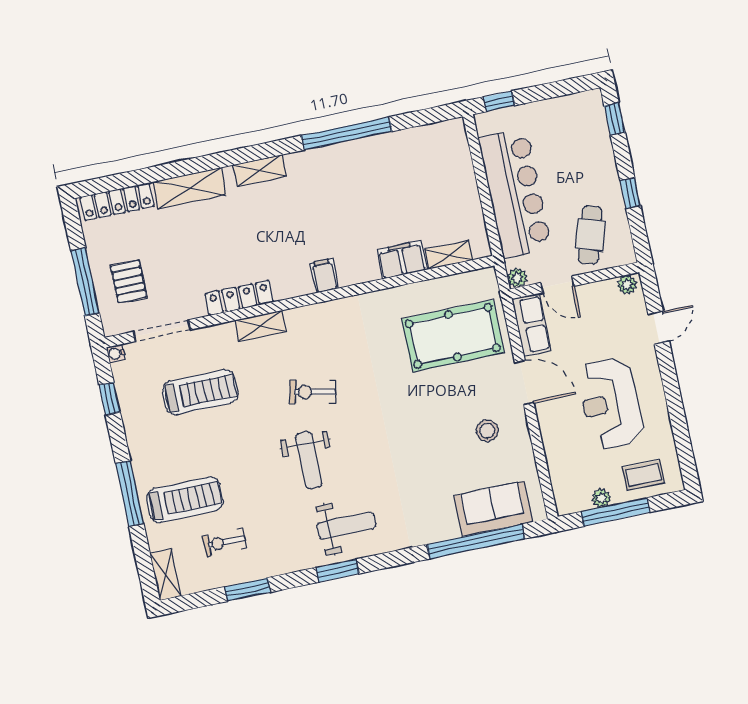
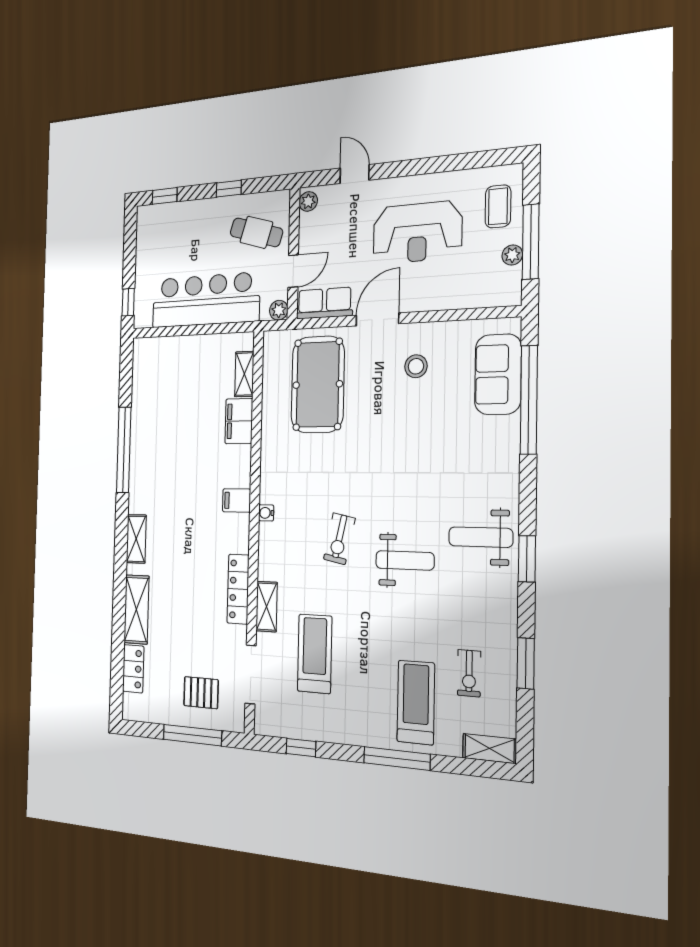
locker: (117, 202) -> (133, 669), width x0.66
shelving: (261, 326) -> (267, 607), moved
water cooler: (116, 354) -> (266, 513), moved, turned 90
weight bench: (346, 526) -> (481, 537), turned -90

